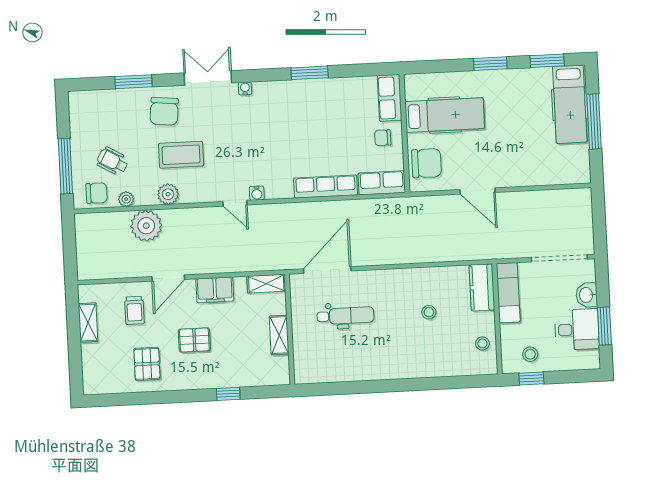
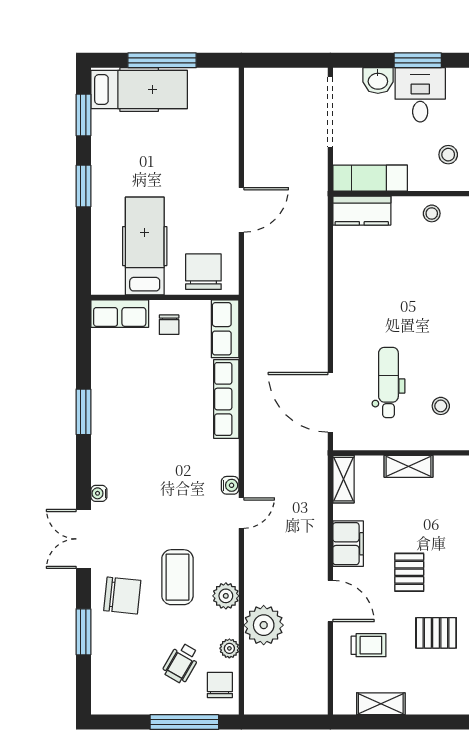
stool: (429, 312) -> (441, 406), moved

